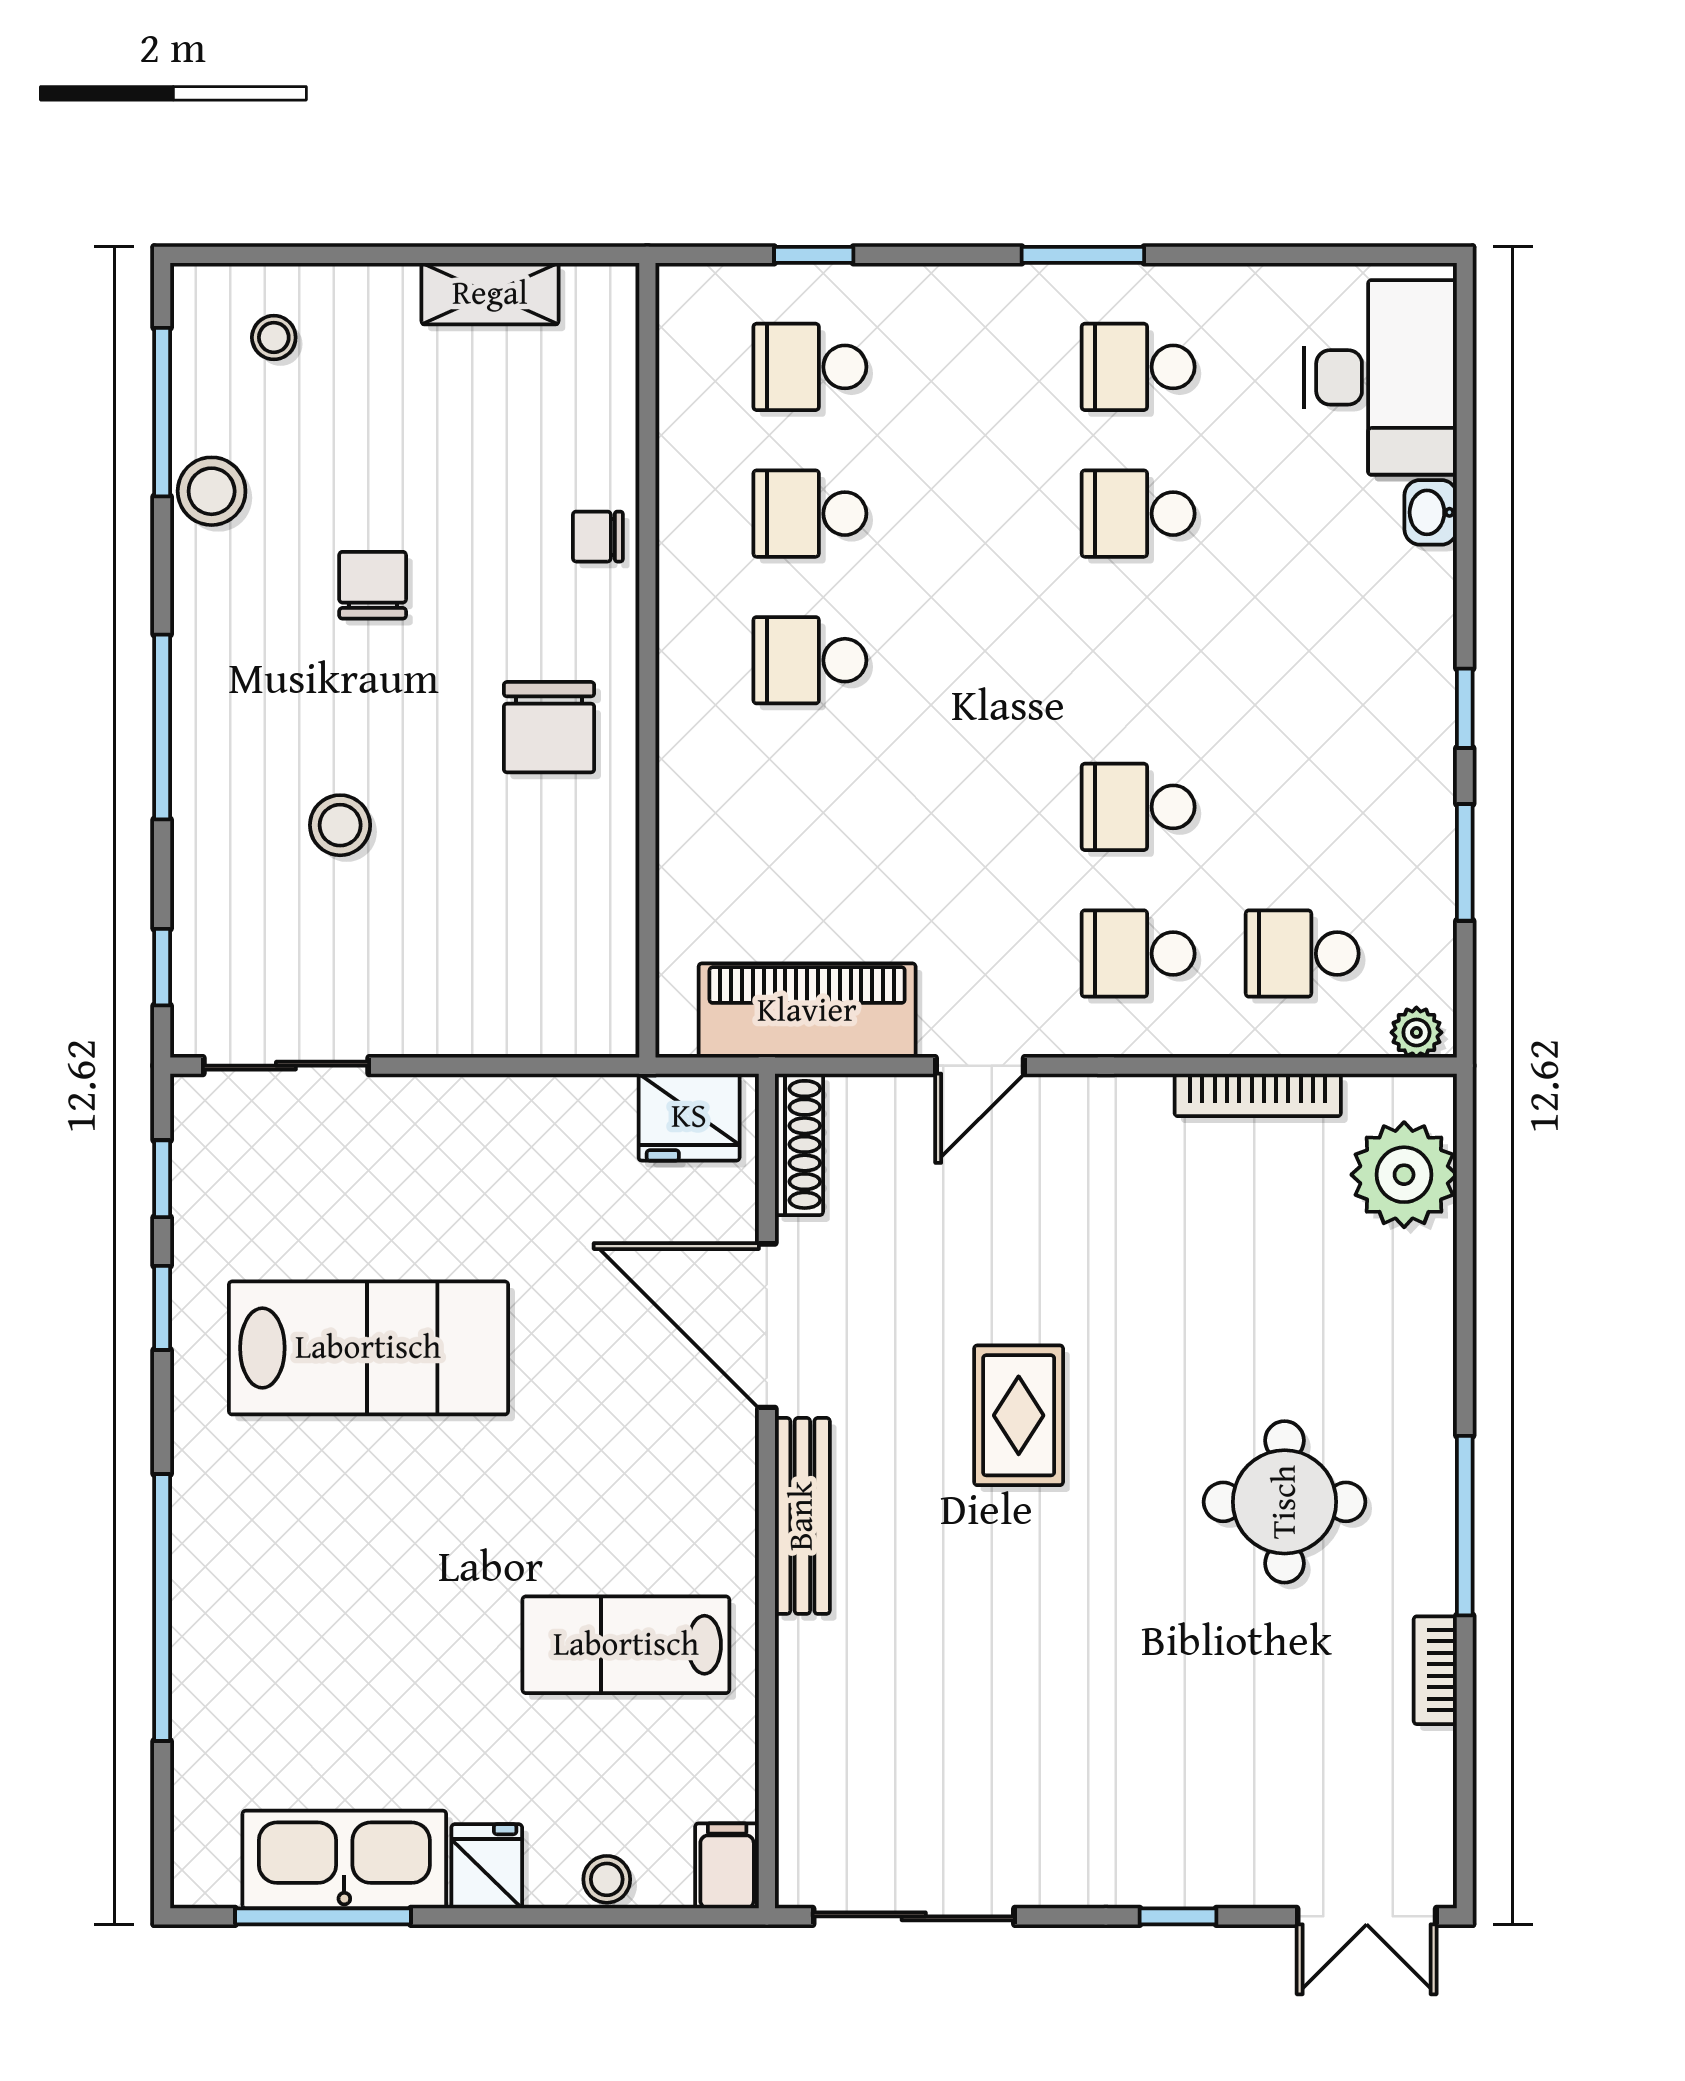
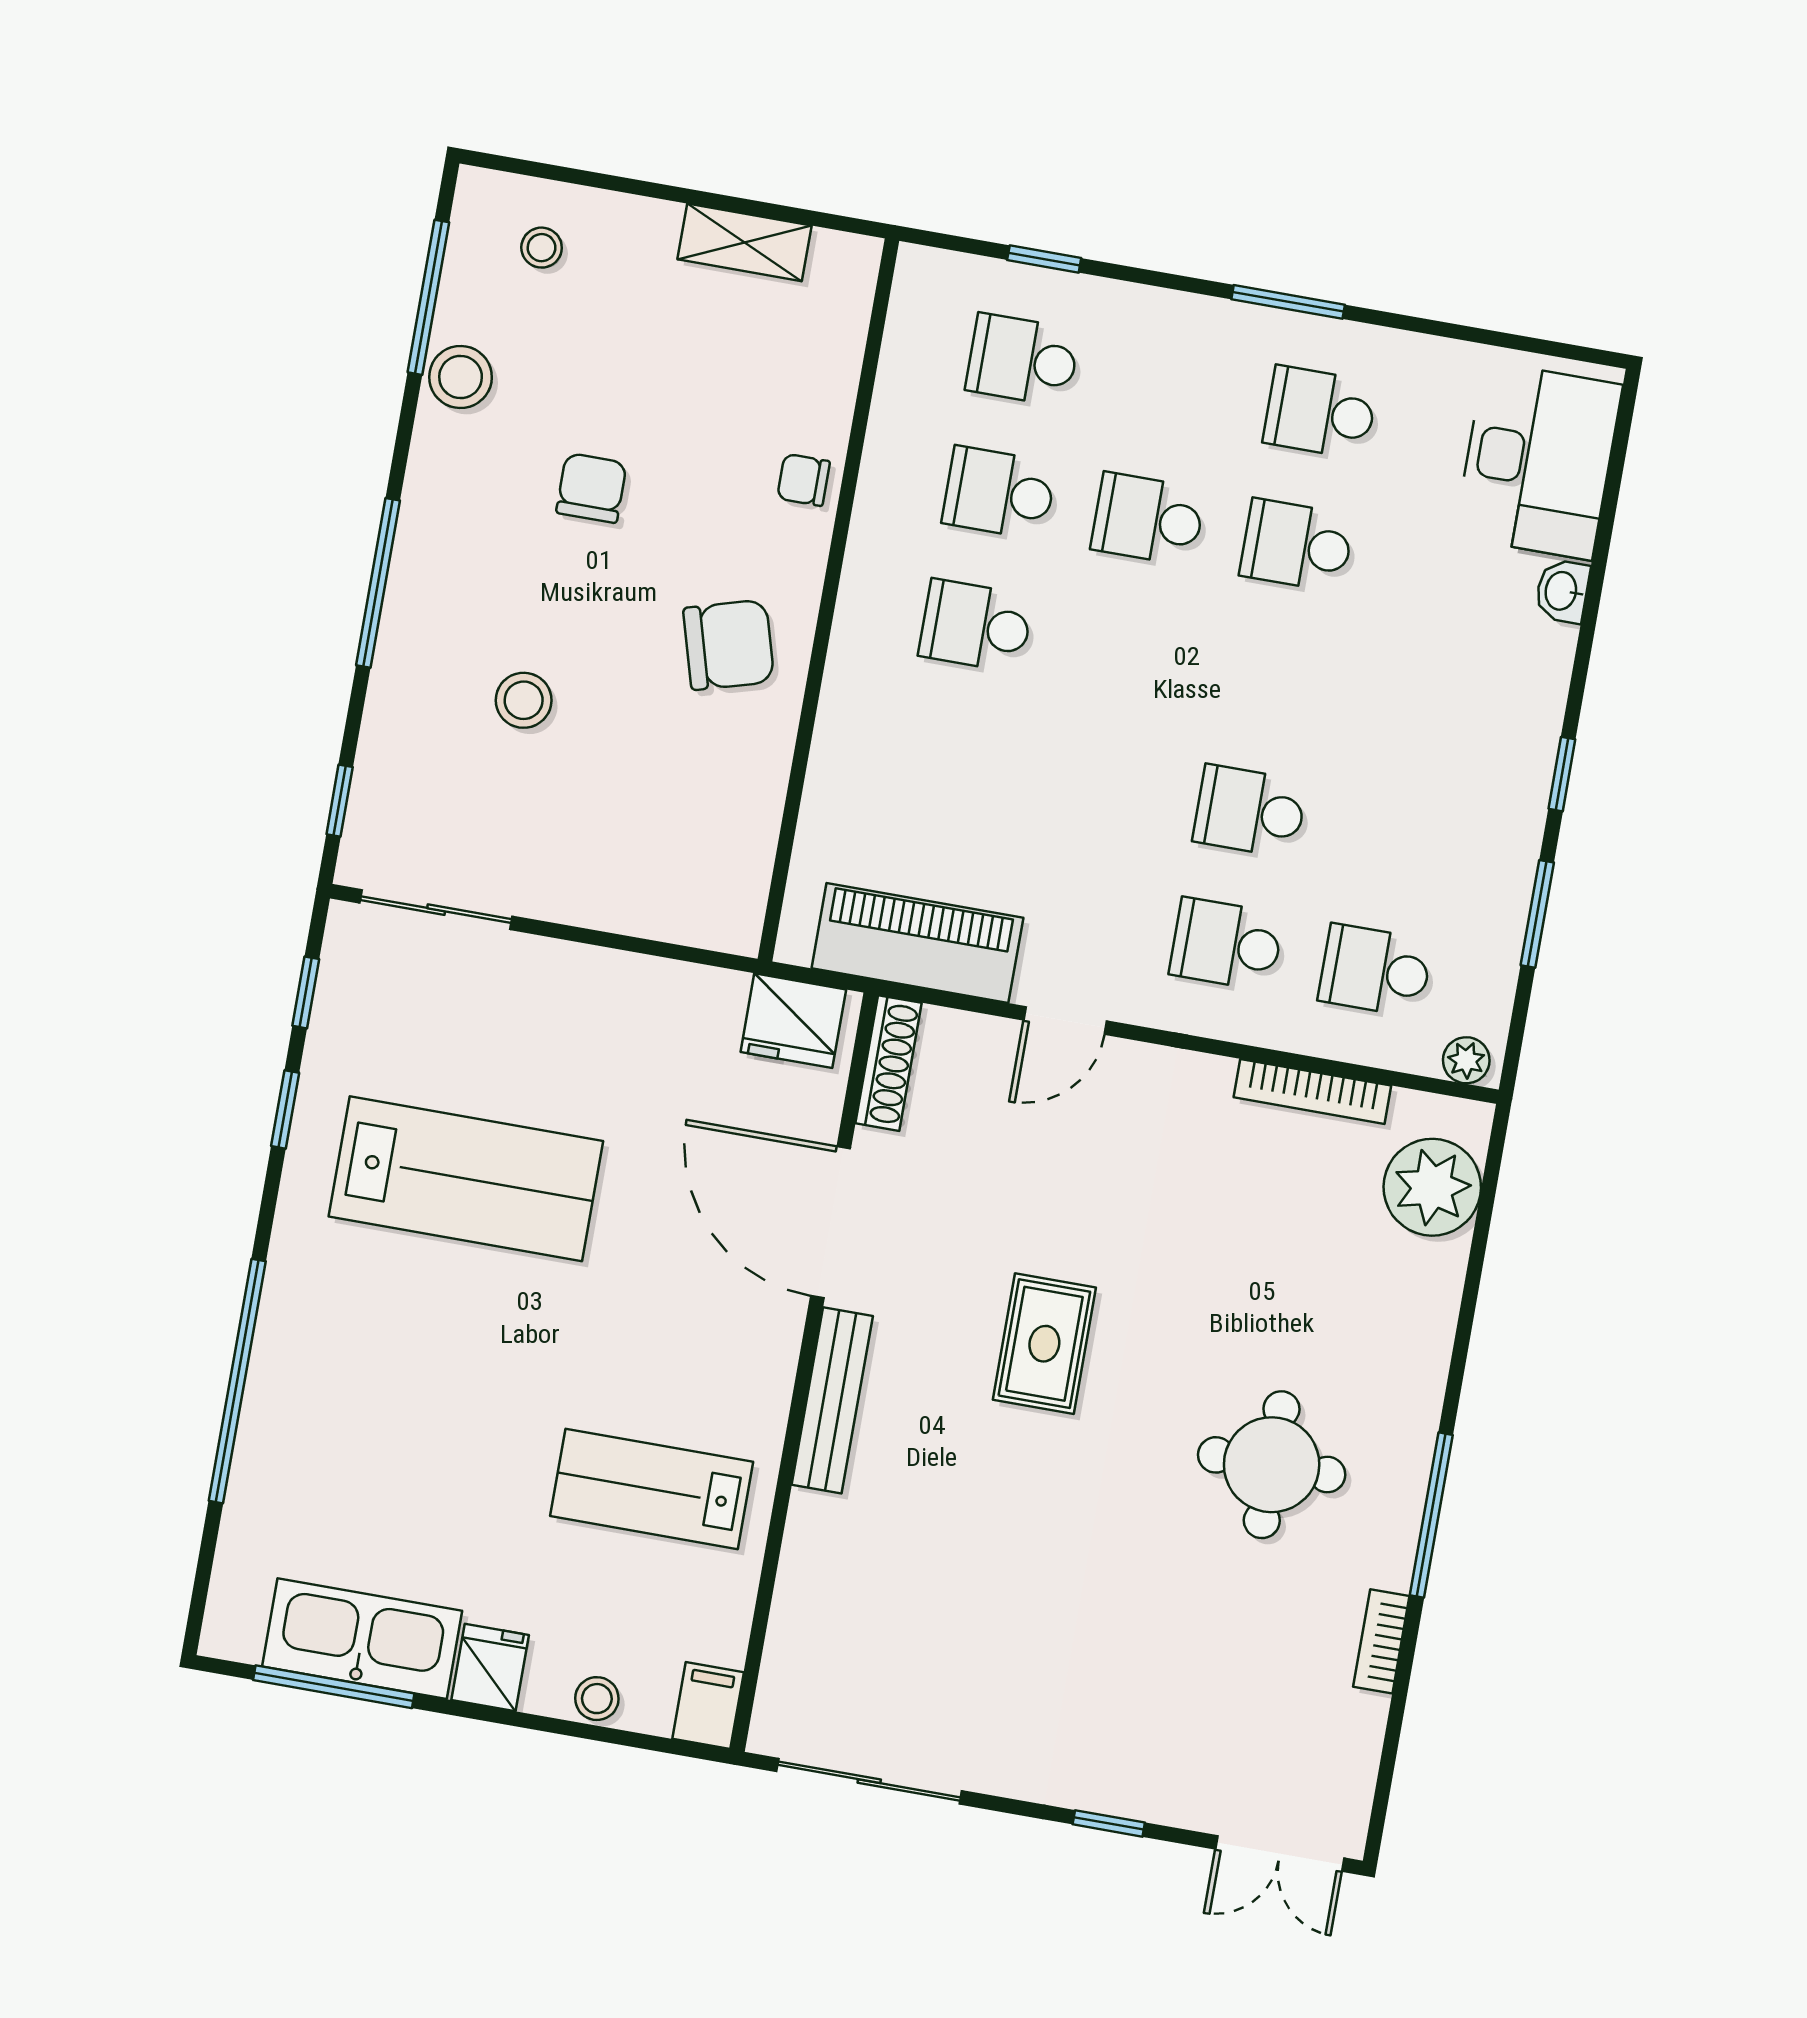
school desk: (974, 514) -> (1148, 519), added
chair: (549, 727) -> (729, 645), turned -106

